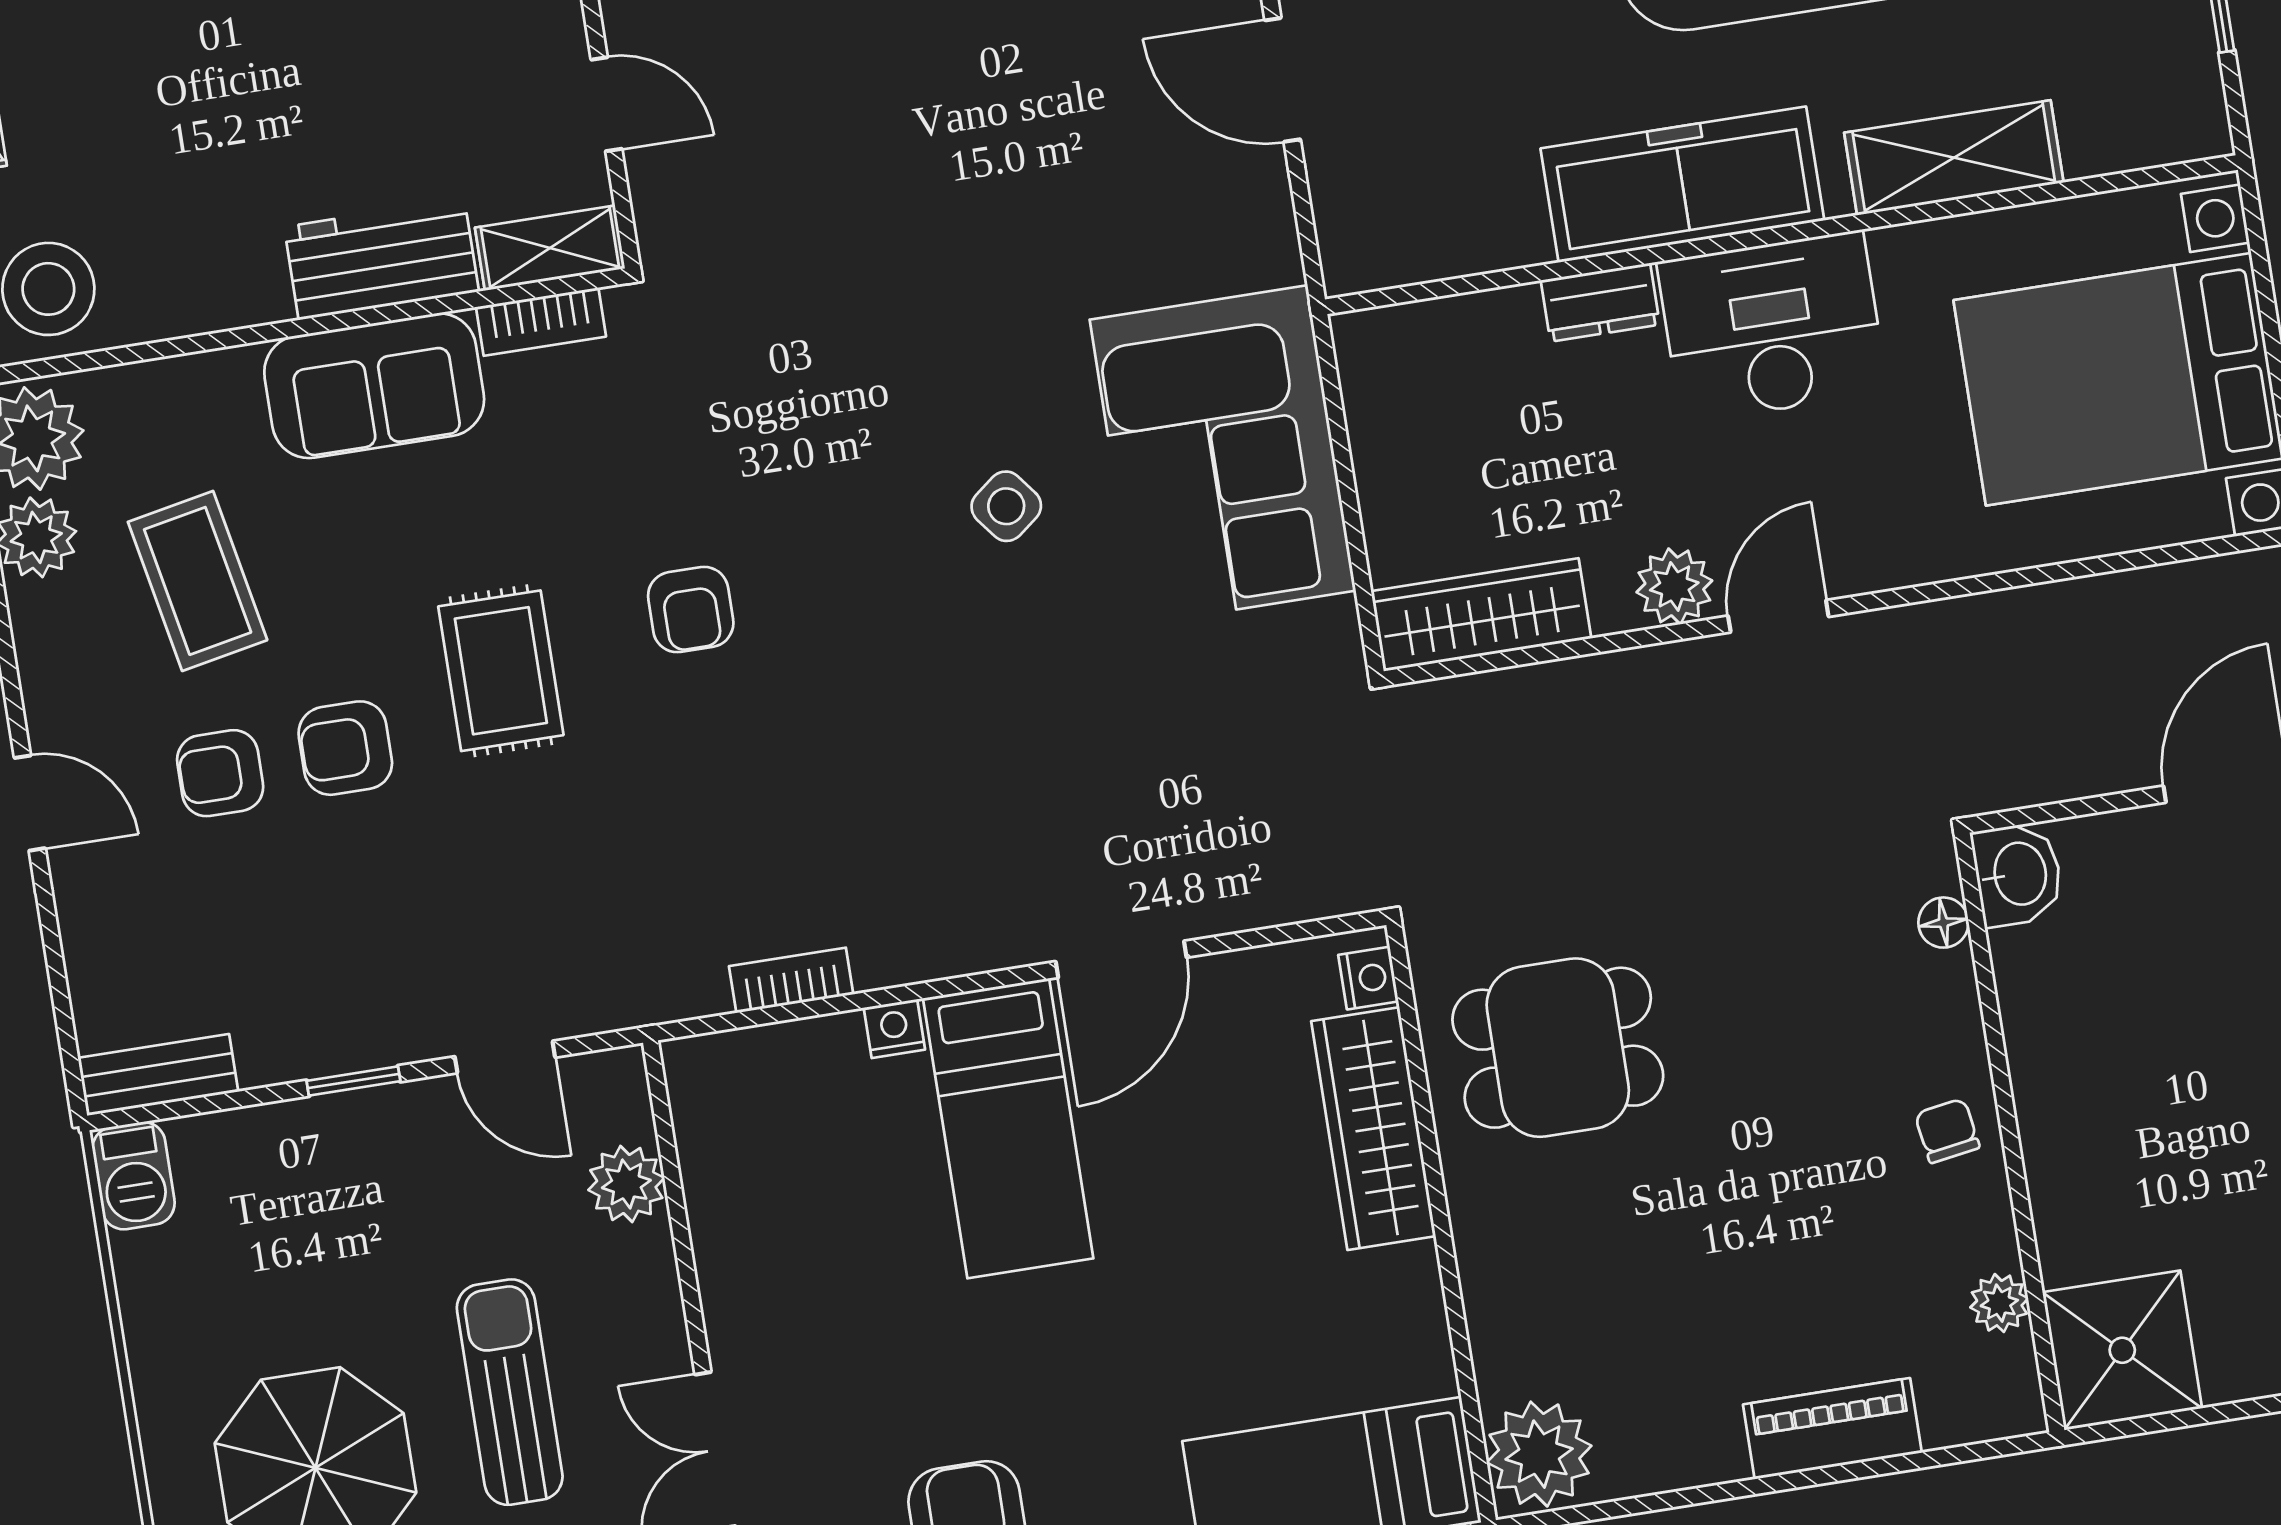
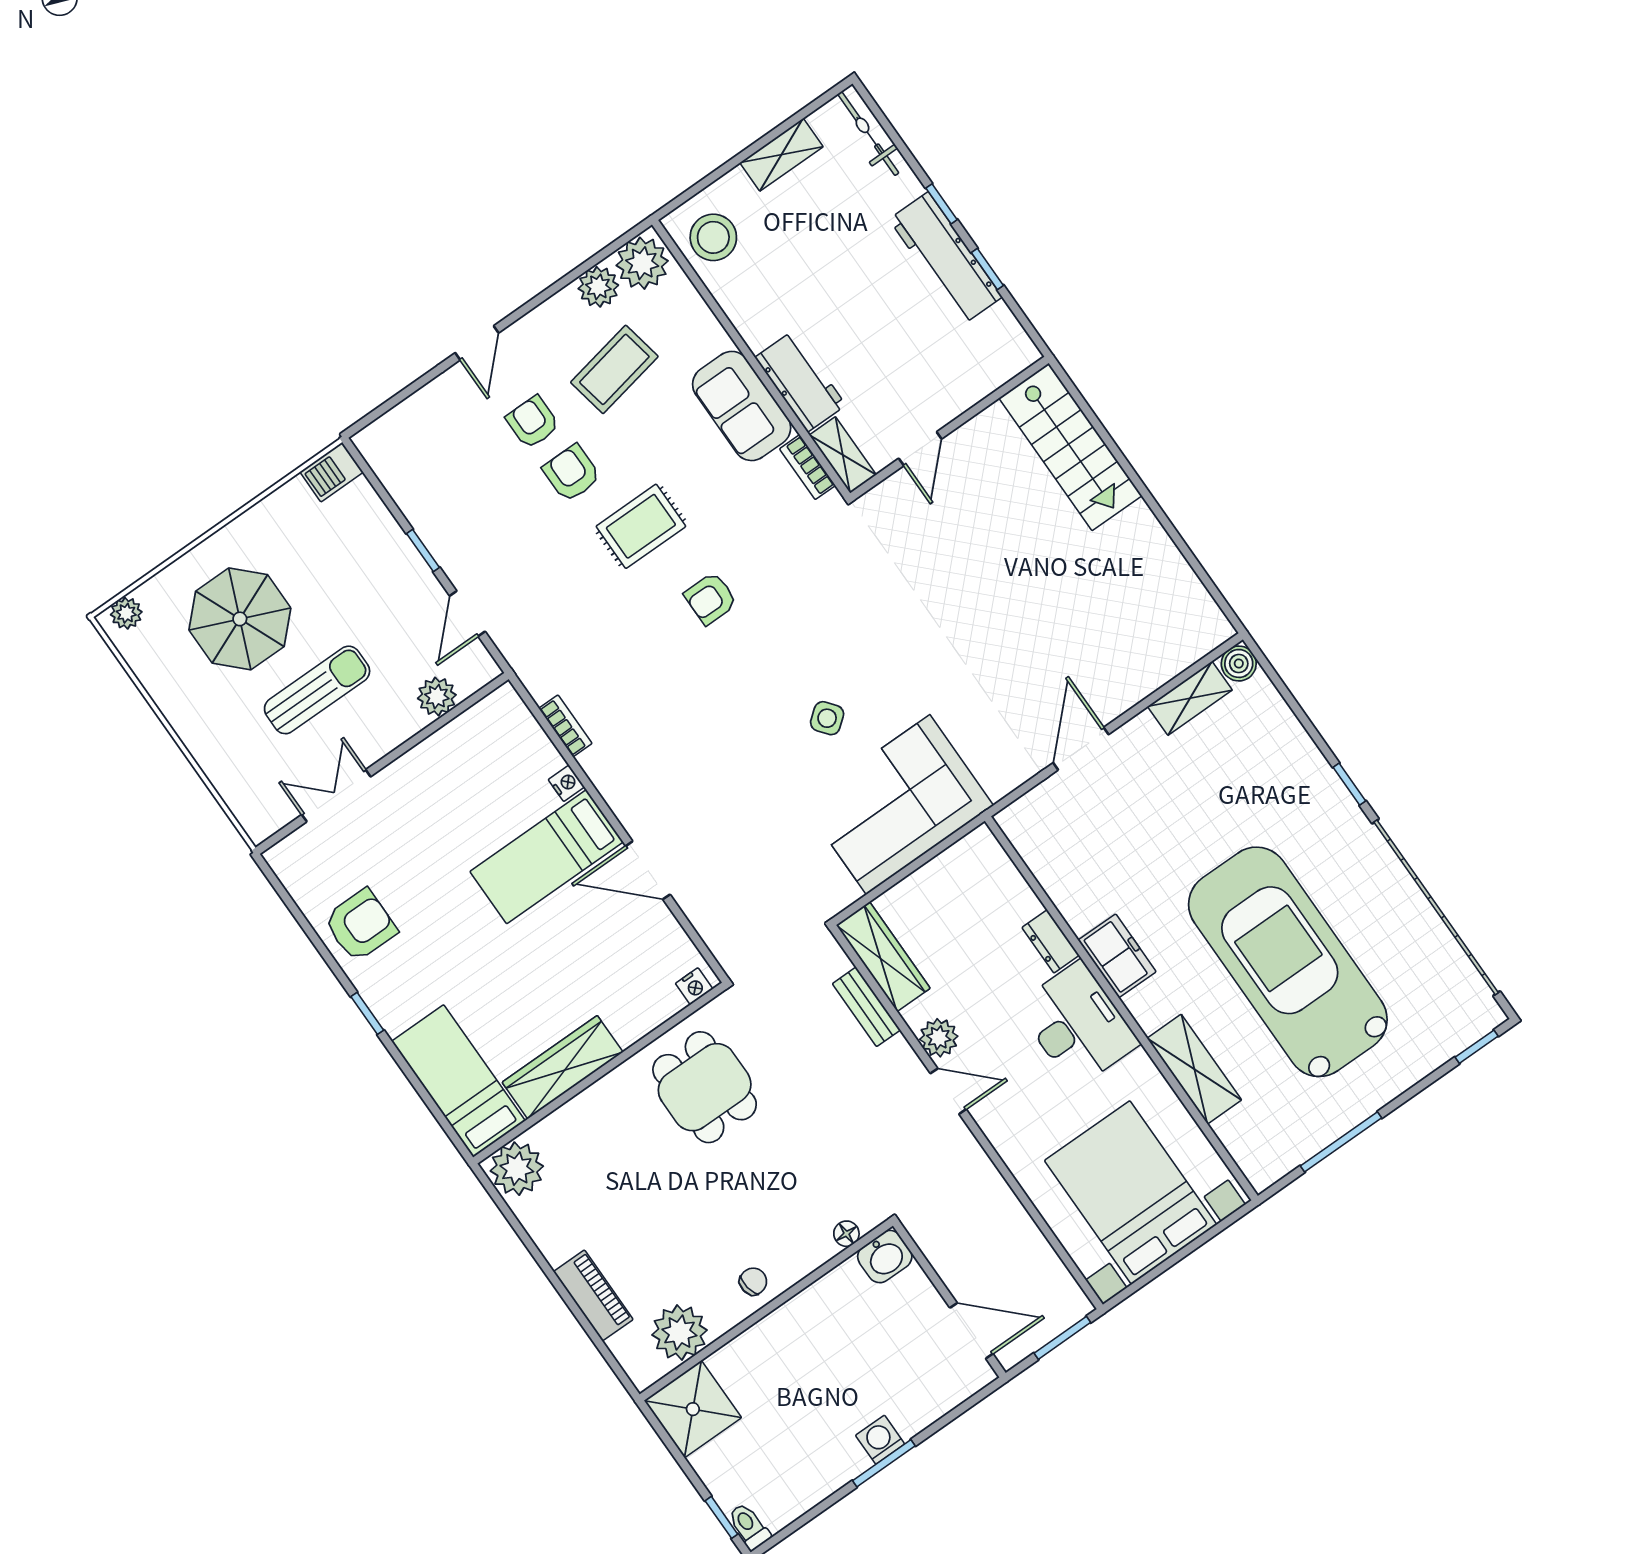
freezer: (1682, 184) -> (1117, 956), width x0.52, depth x0.79
bench: (158, 1075) -> (866, 1007), moved
wardrobe: (1373, 1129) -> (563, 1067), moved
plant: (1999, 1303) -> (679, 1332), width x1.88, depth x1.88

